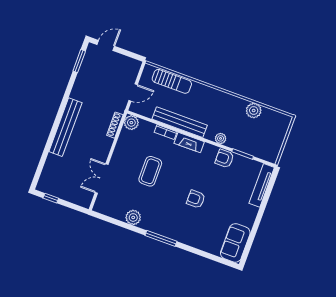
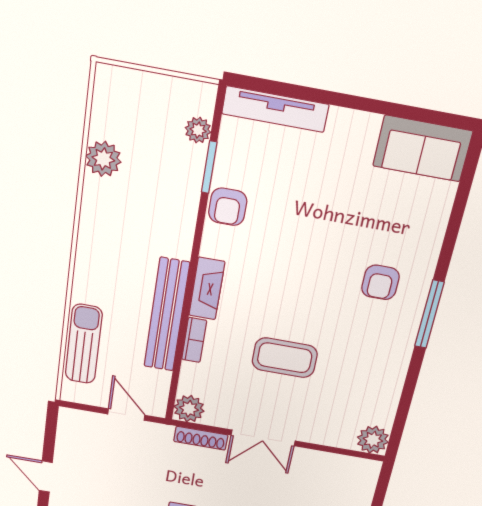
plant: (221, 138) -> (198, 130), moved
double door: (102, 179) -> (263, 438), moved
armchair: (196, 199) -> (380, 282), moved
plant: (133, 217) -> (373, 440), moved

